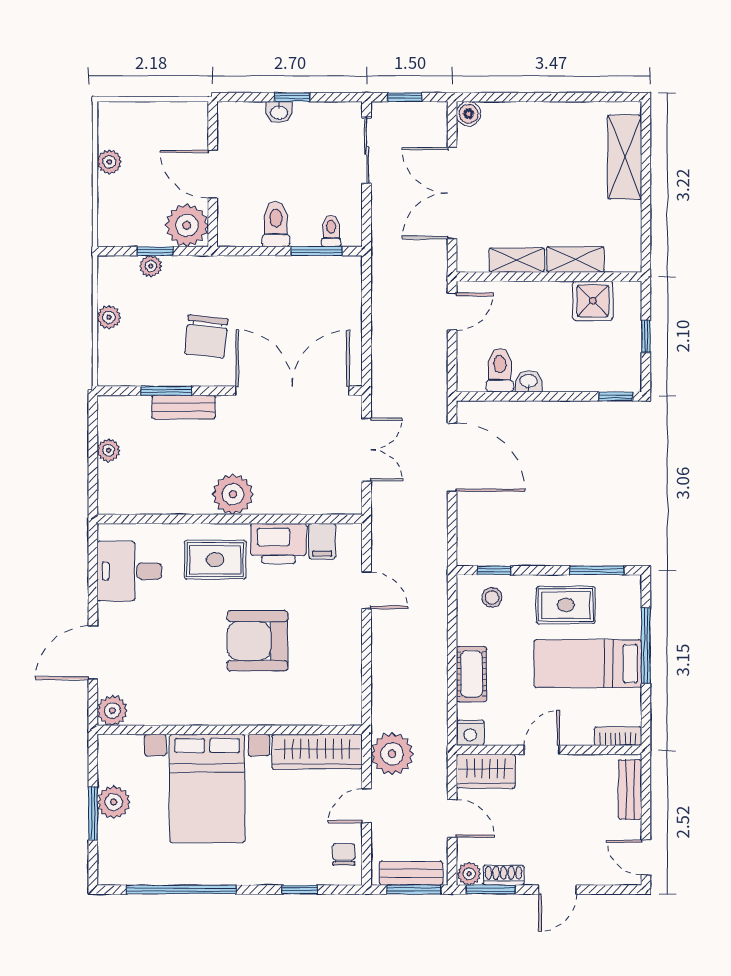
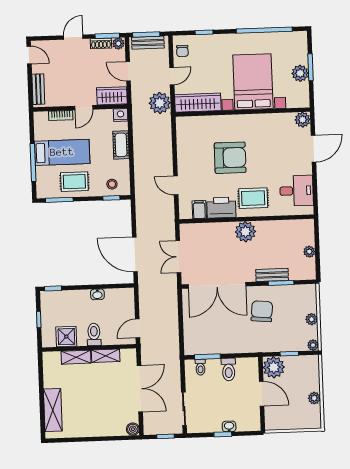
plant: (151, 266) -> (313, 345), moved
toilet: (500, 370) -> (94, 334), moved, turned 180
bookcase: (618, 736) -> (61, 115), moved

